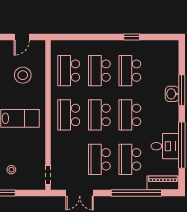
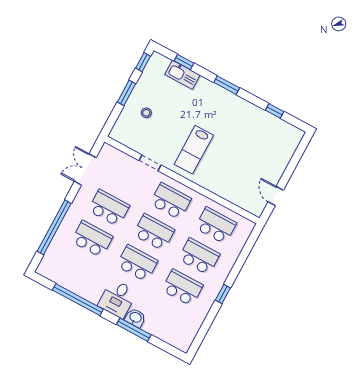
window: (132, 37) -> (223, 294), moved
stool: (23, 75) -> (236, 176), removed
desk: (165, 146) -> (117, 299), moved
doorway: (48, 175) -> (150, 163), moved
piano: (163, 183) -> (50, 260), removed

